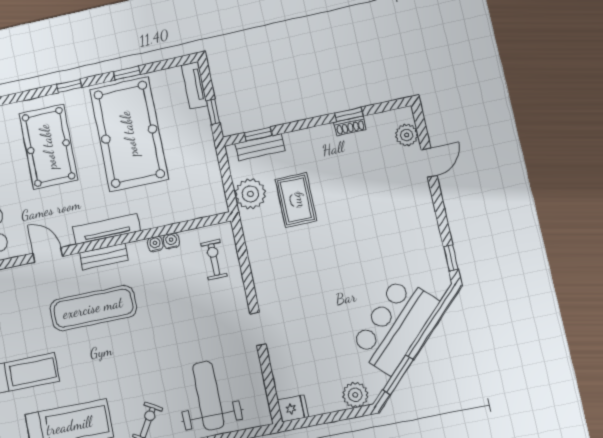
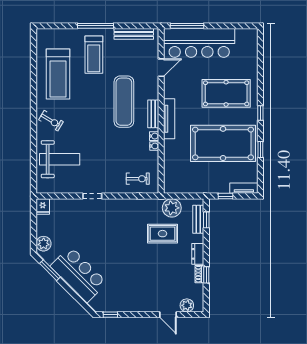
dresser: (317, 136) -> (198, 254), added
water cooler: (171, 241) -> (154, 136), moved
door: (48, 255) -> (161, 68), moved

